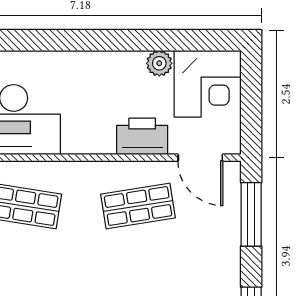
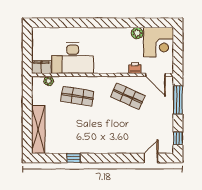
printer: (142, 136) -> (135, 68), width x0.53, depth x0.68
shop shelf: (138, 206) -> (128, 96), turned 33

